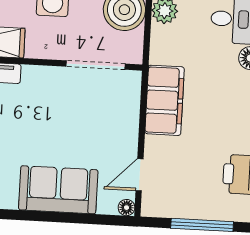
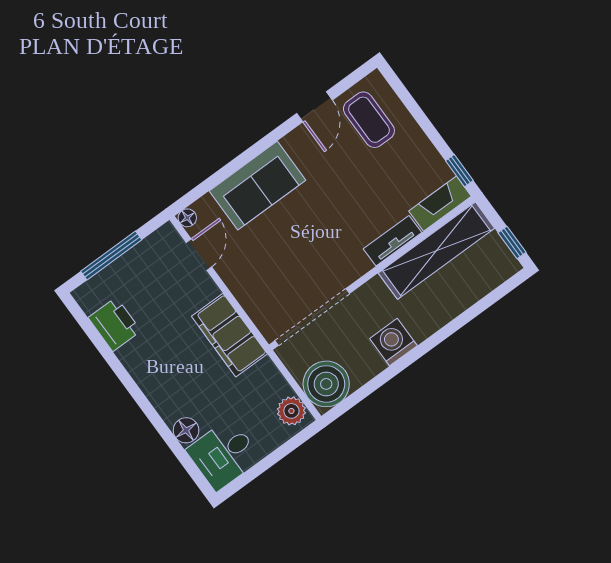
doorway: (96, 65) -> (312, 317), width x1.36

